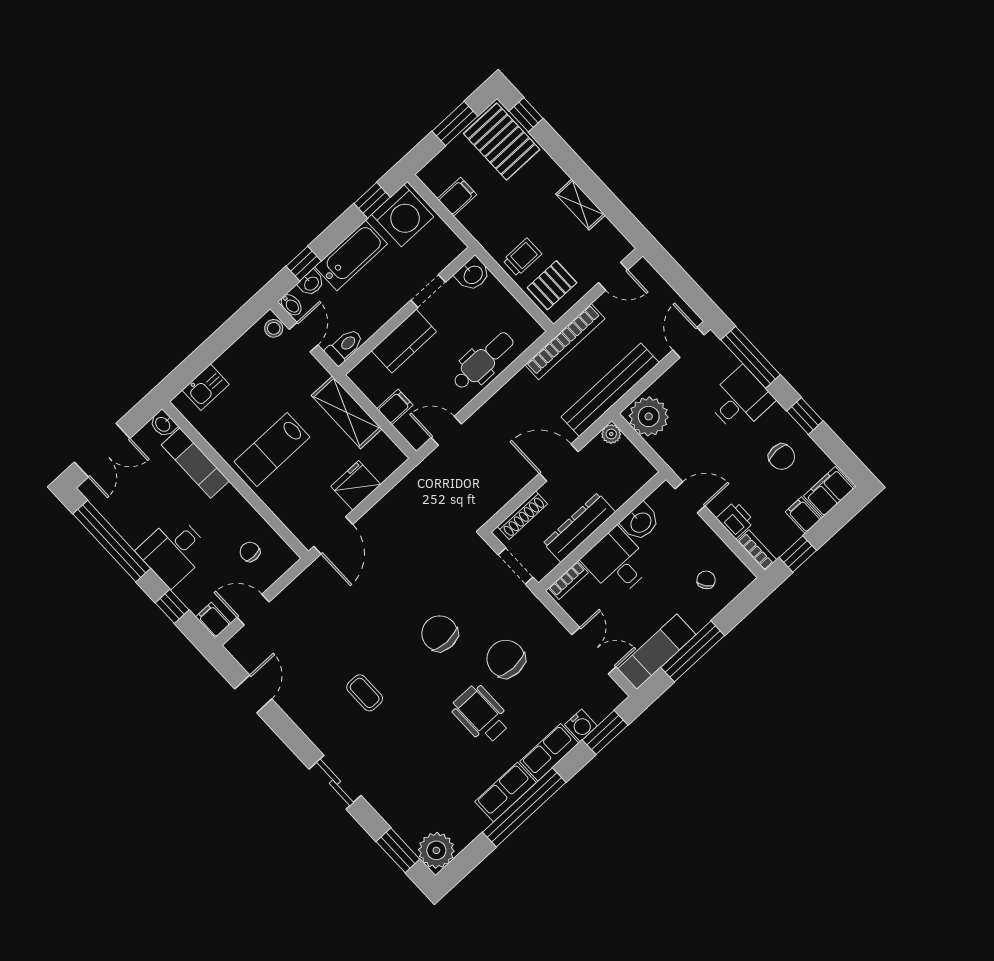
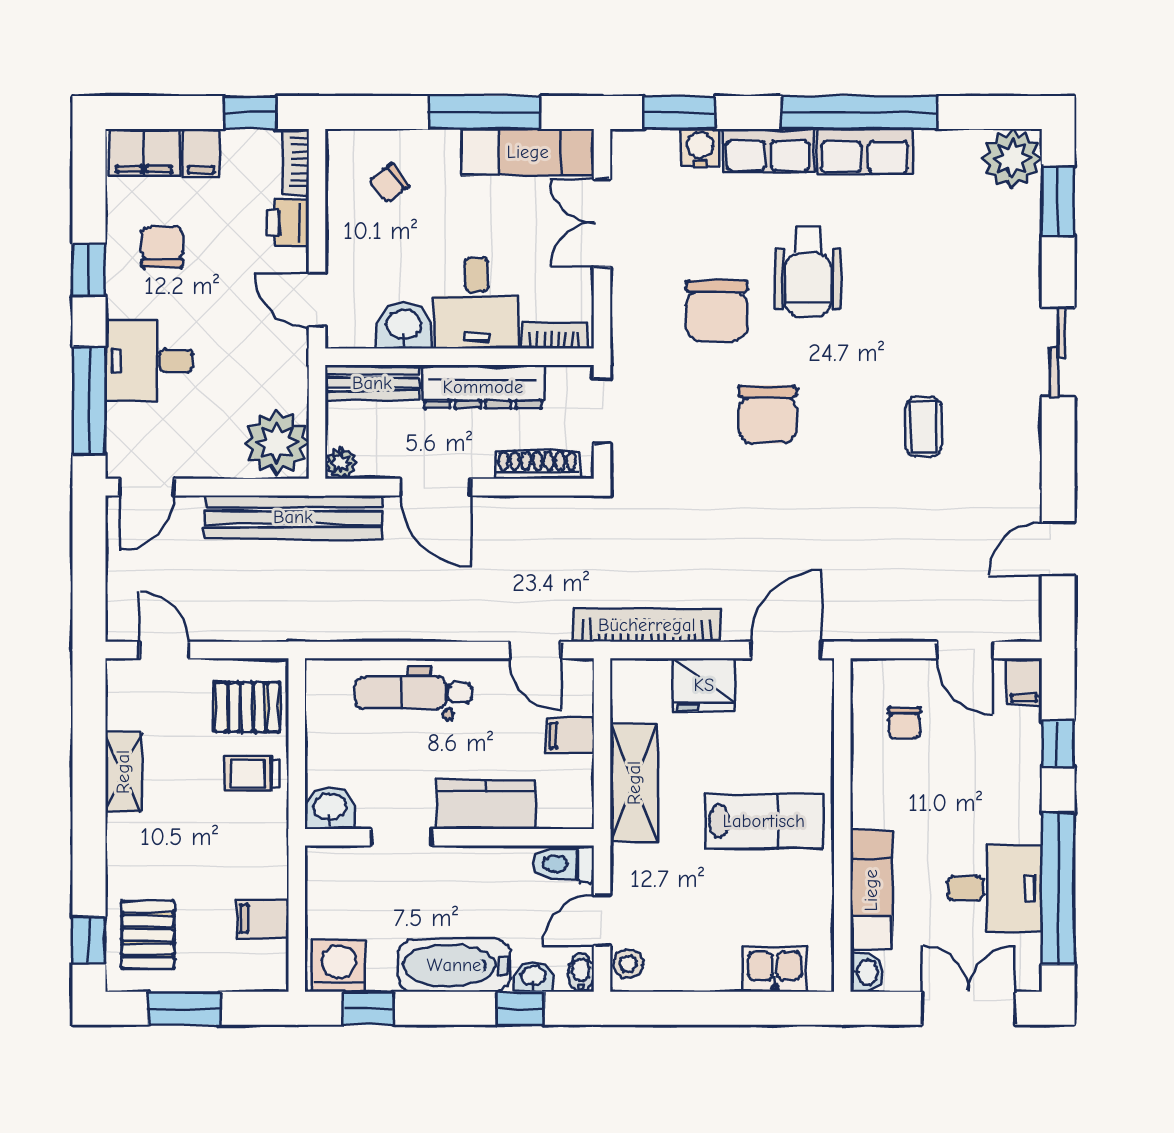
pallet: (502, 142) -> (148, 935), width x0.67, depth x0.71
washing machine: (403, 216) -> (339, 966), width x0.73, depth x0.73
bookcase: (565, 342) -> (647, 625), moved
bench: (631, 483) -> (372, 383), added
desk: (174, 551) -> (995, 889), moved

